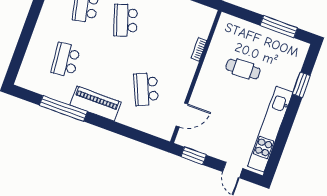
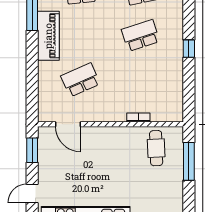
window: (279, 27) -> (189, 161), moved
cafe table: (243, 69) -> (156, 148), moved

